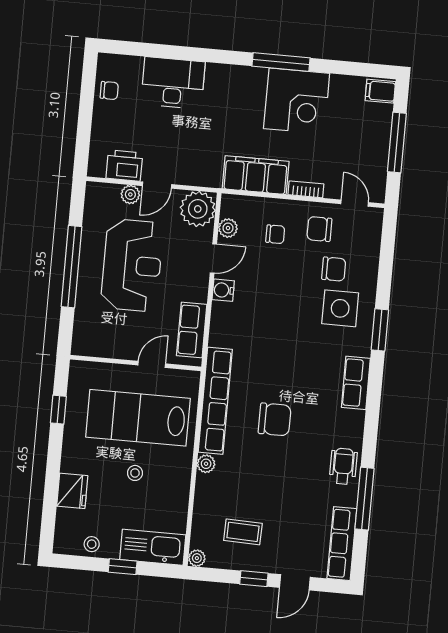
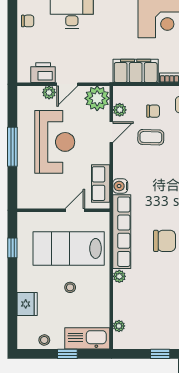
window: (71, 267) -> (12, 147), width x0.68
water cooler: (223, 290) -> (120, 186), moved
coffee table: (243, 532) -> (151, 137), moved
plant: (197, 558) -> (119, 326), moved

